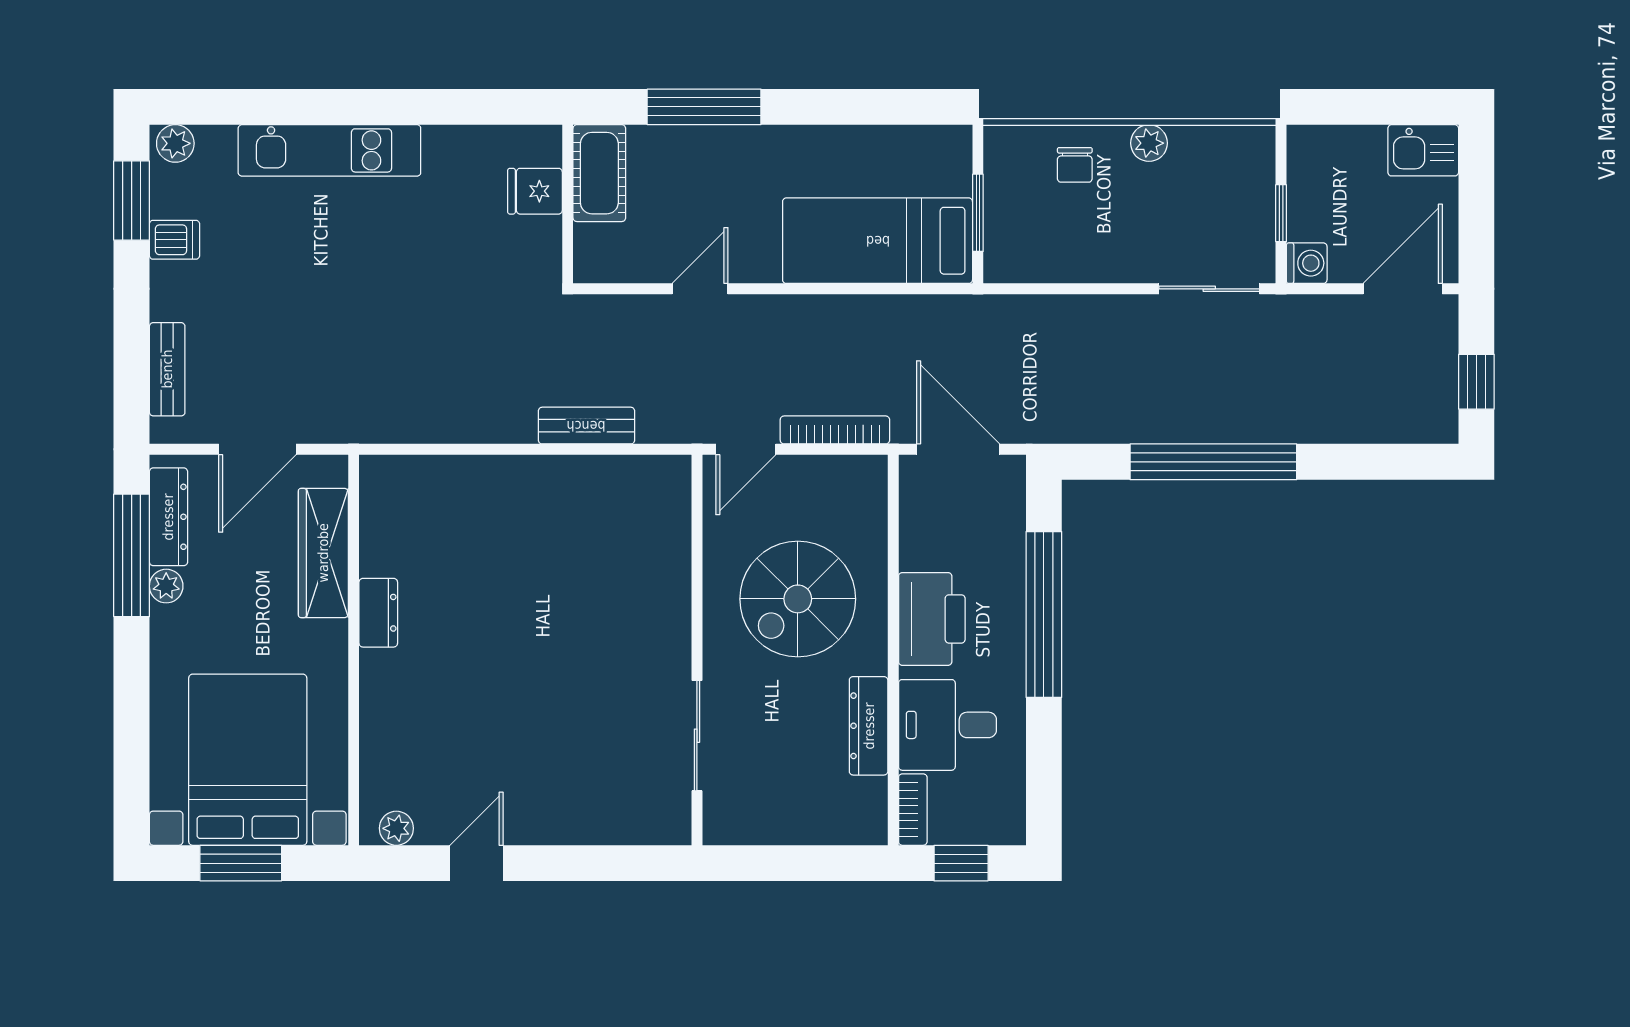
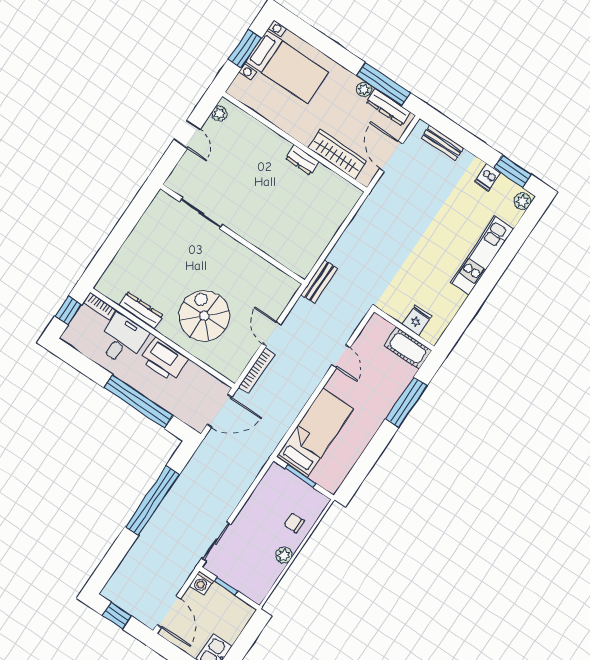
wall: (697, 650) -> (232, 234), moved
sliding door: (697, 736) -> (201, 213), moved
bed with nightstands: (248, 760) -> (287, 67), width x0.73

